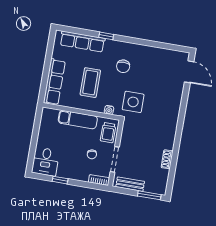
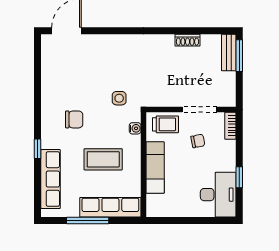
window: (47, 64) -> (88, 220), added
side table: (133, 102) -> (119, 98), width x0.54, depth x0.54
desk: (46, 162) -> (218, 195), width x1.37
bench: (130, 184) -> (229, 53), moved

